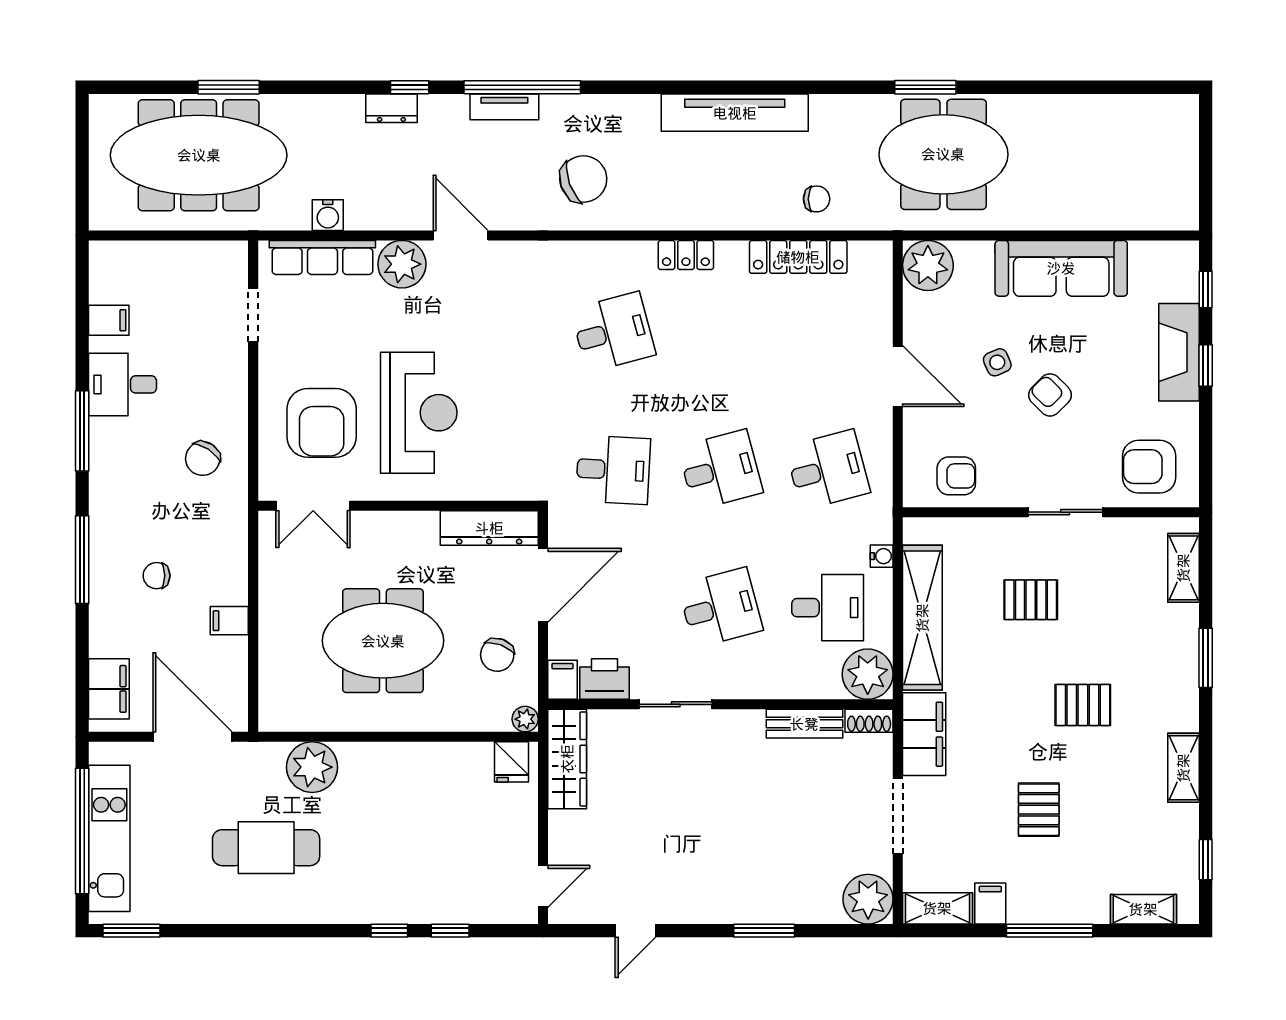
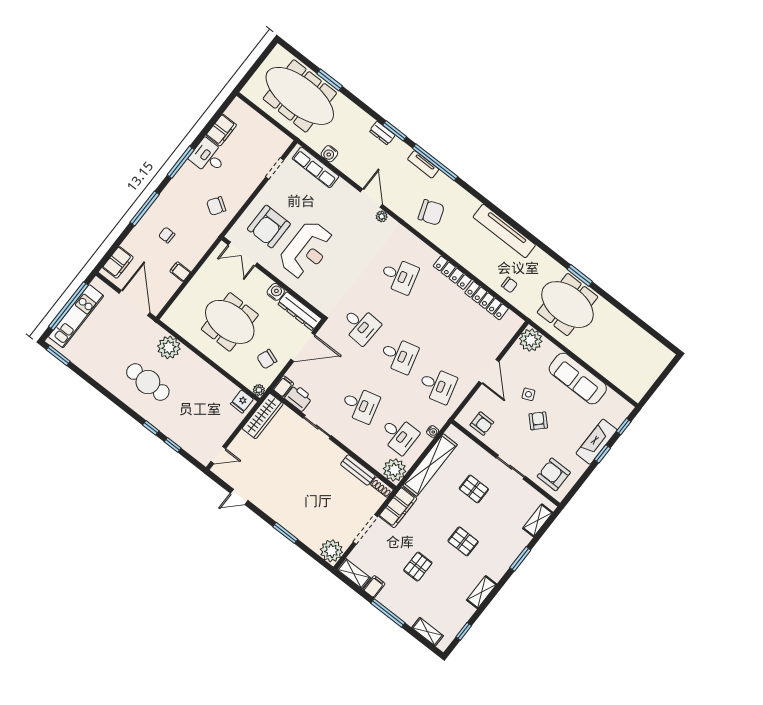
window: (410, 87) -> (395, 131), width x1.50
locker: (686, 255) -> (452, 273), width x1.53
plant: (402, 264) -> (382, 216), moved, width x0.53, depth x0.53
filing cabinet: (109, 320) -> (221, 130), width x2.00
water cooler: (422, 527) -> (276, 292), added
cafe table: (266, 848) -> (148, 382), moved

